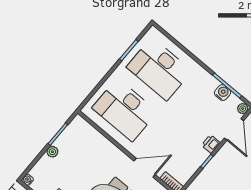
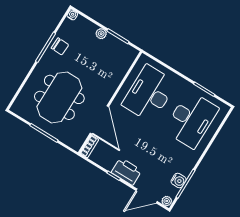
desk: (159, 69) -> (191, 120), turned 180
printer: (211, 144) -> (127, 171), width x1.87, depth x1.48
door: (145, 168) -> (99, 120), width x1.36

